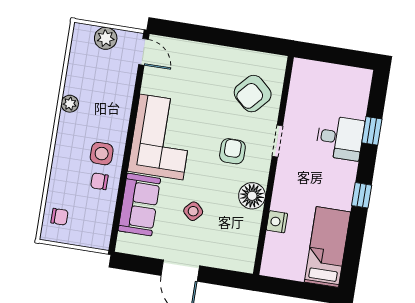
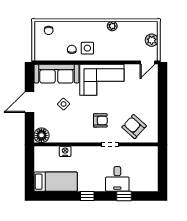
floor lamp: (252, 196) -> (41, 135), moved
sofa: (139, 205) -> (56, 74), width x1.36

